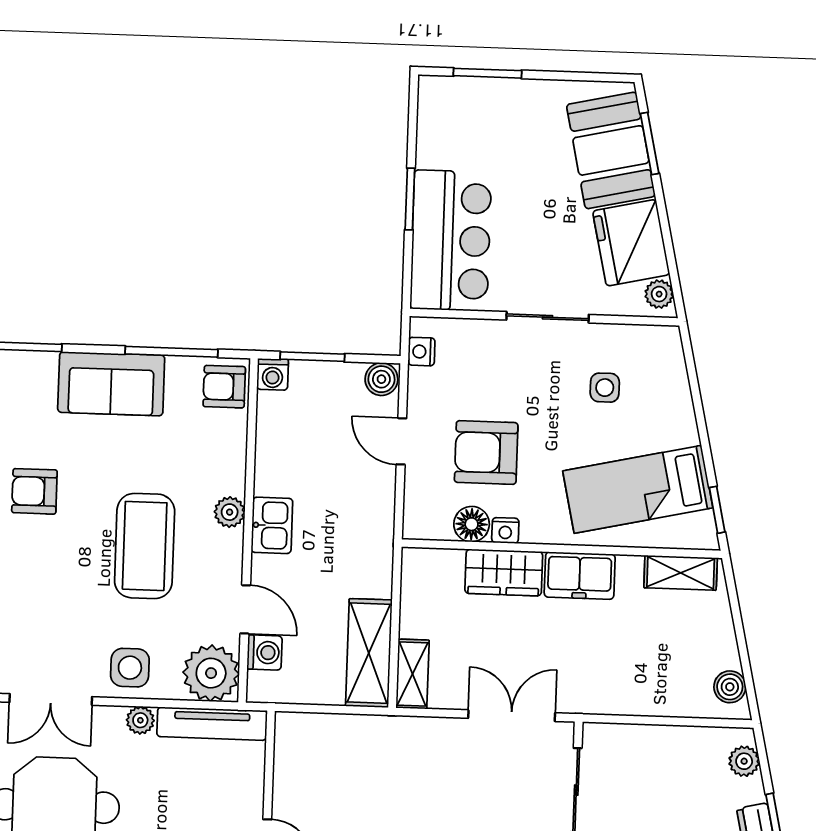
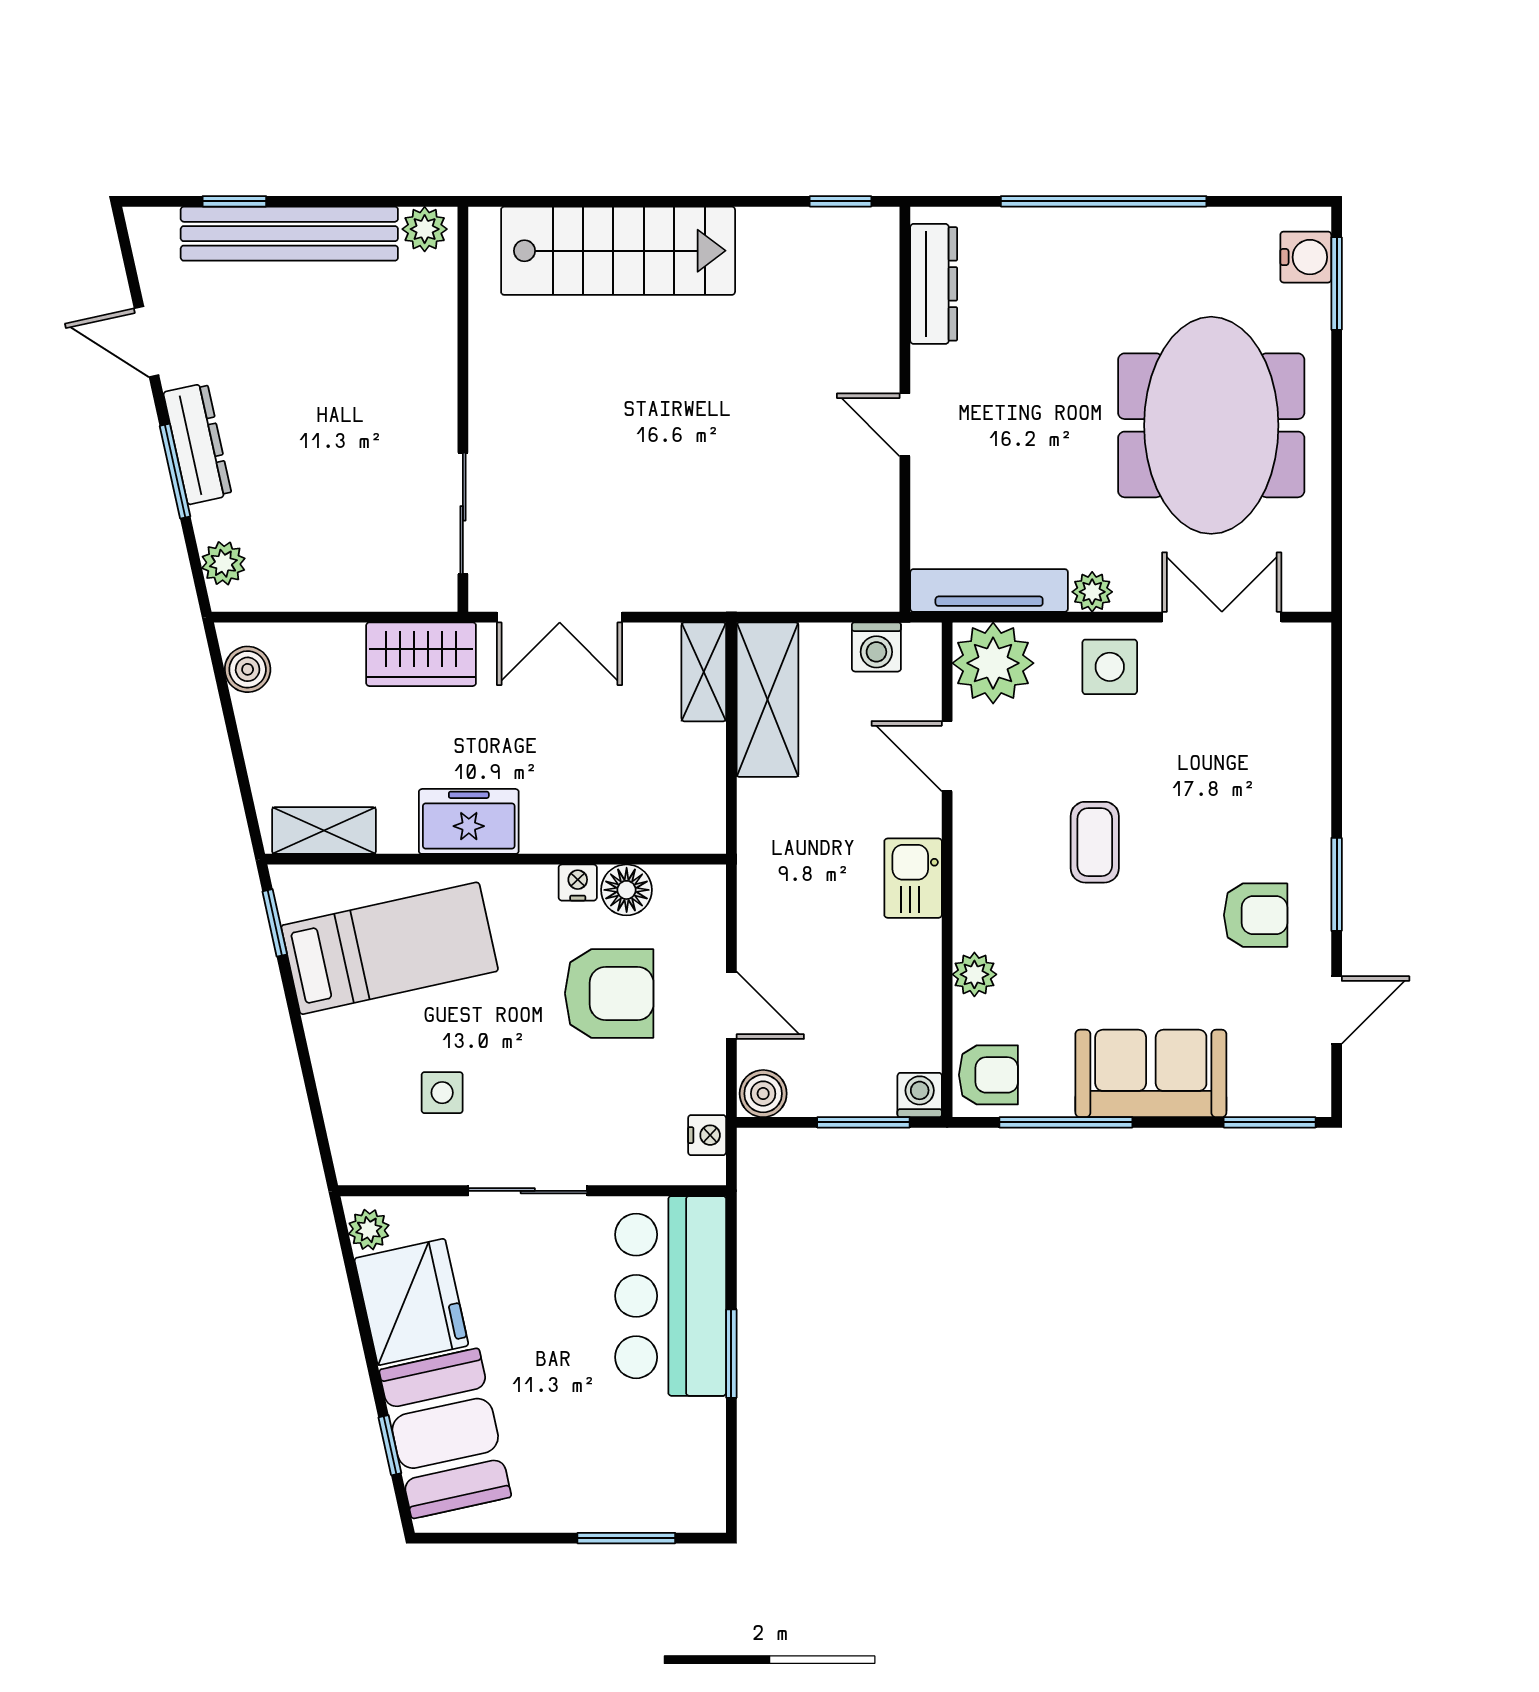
window: (650, 144) -> (390, 1445), width x0.67
plant: (230, 512) -> (974, 974), moved
coffee table: (145, 546) -> (1095, 842), width x0.54, depth x0.58
wardrobe: (504, 572) -> (421, 654), moved, turned 180
washing machine: (265, 652) -> (876, 647), moved, turned -90

